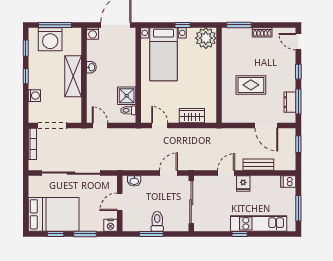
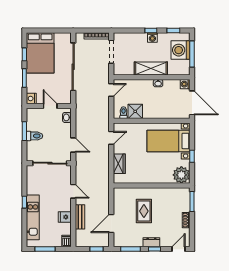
washing machine: (34, 96) -> (152, 37), moved
dresser: (290, 102) -> (151, 242), moved
fridge: (243, 184) -> (65, 217), moved

